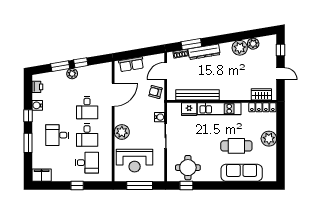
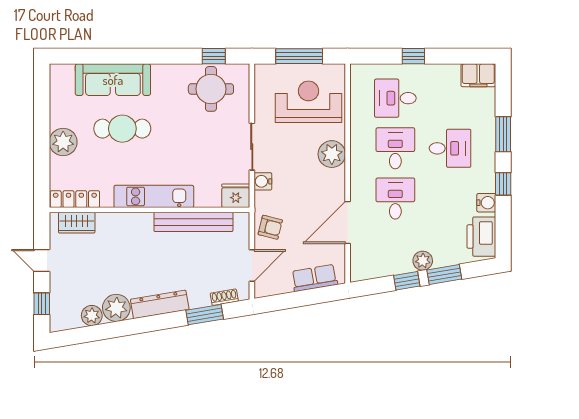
dresser: (204, 52) -> (160, 304), moved
printer: (37, 87) -> (481, 237), width x1.87, depth x1.48
fridge: (189, 109) -> (236, 196), moved

